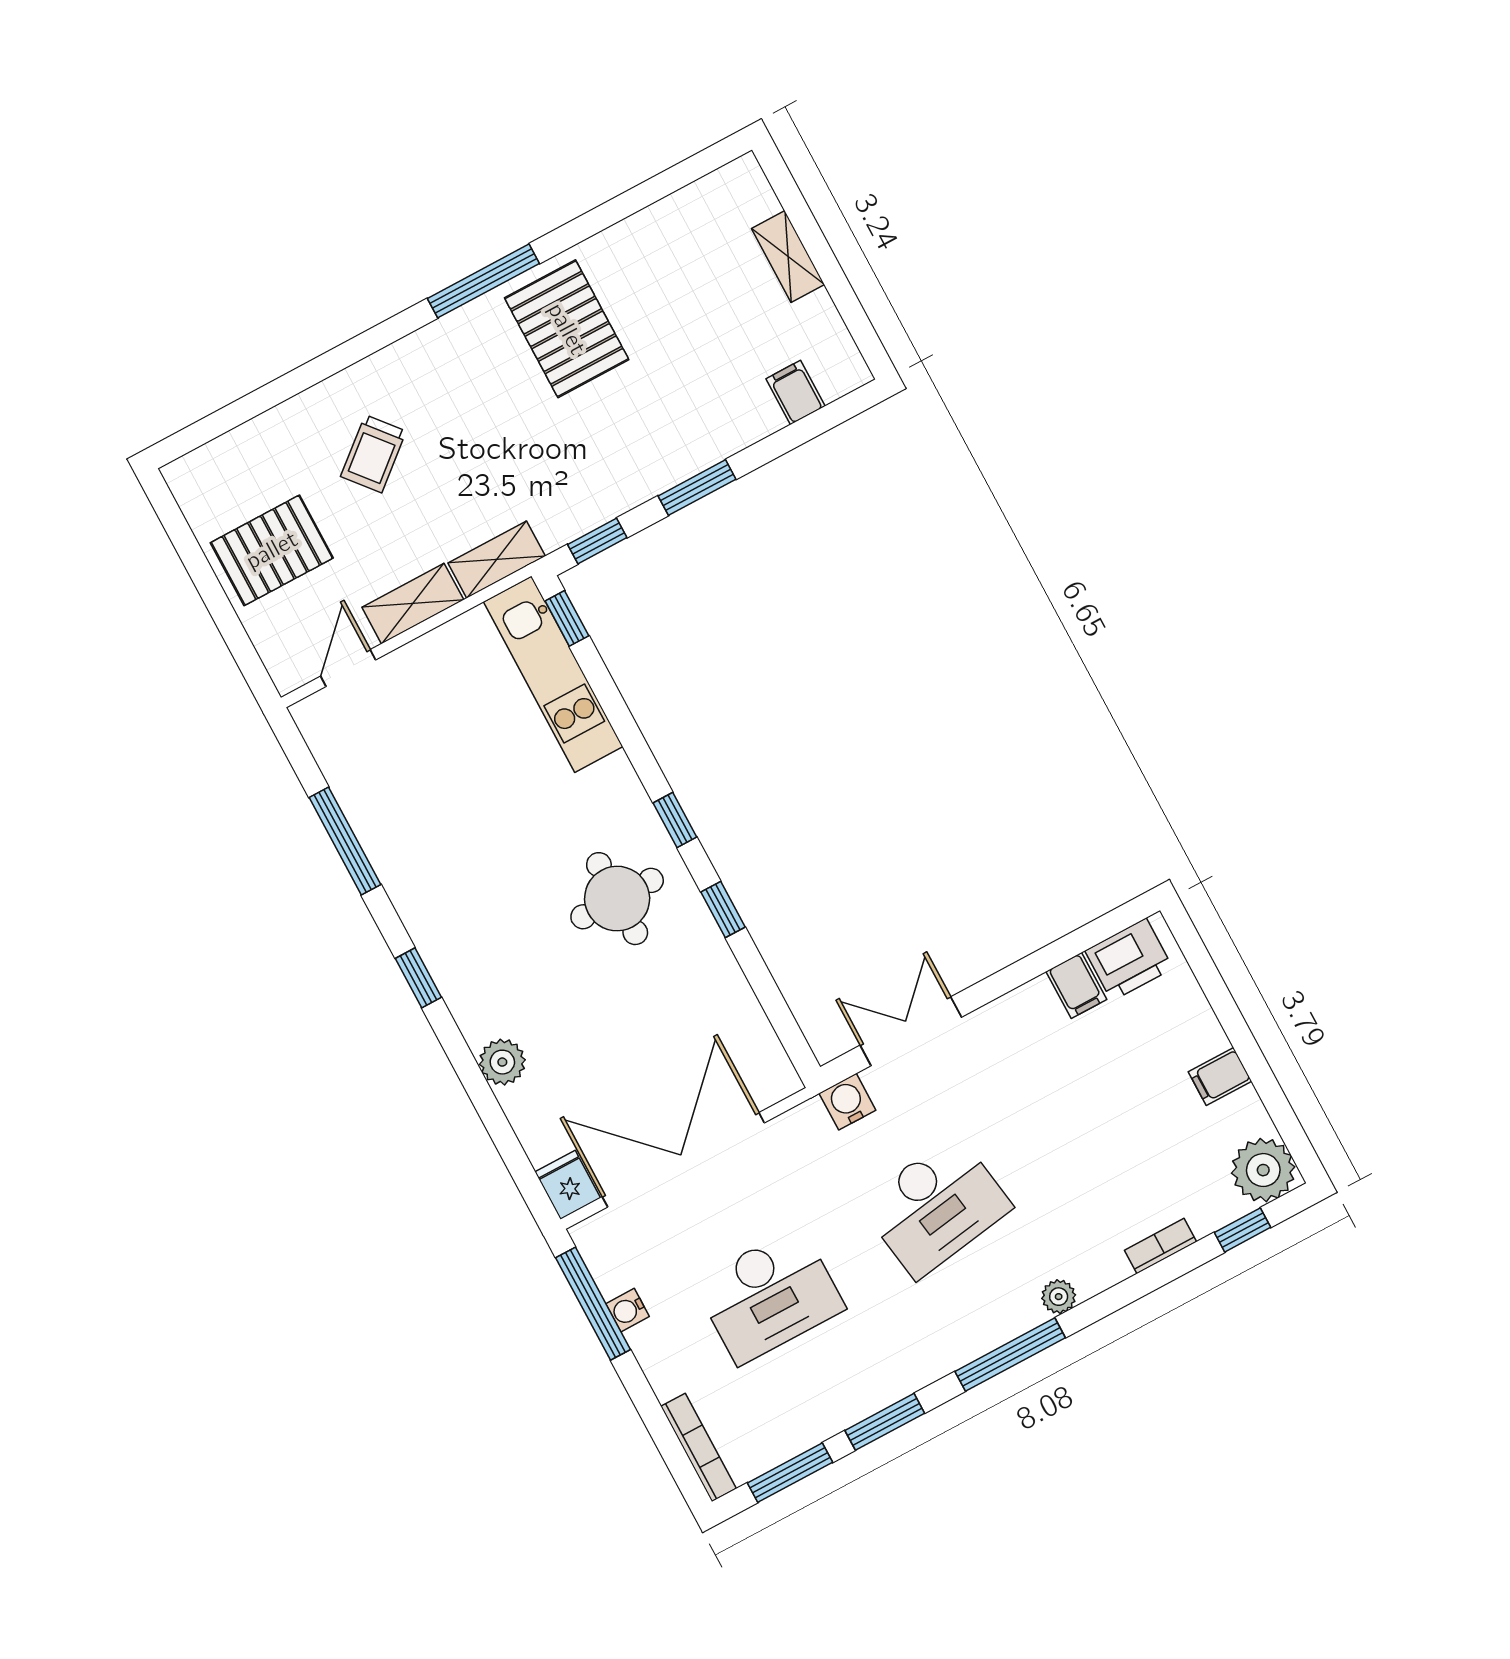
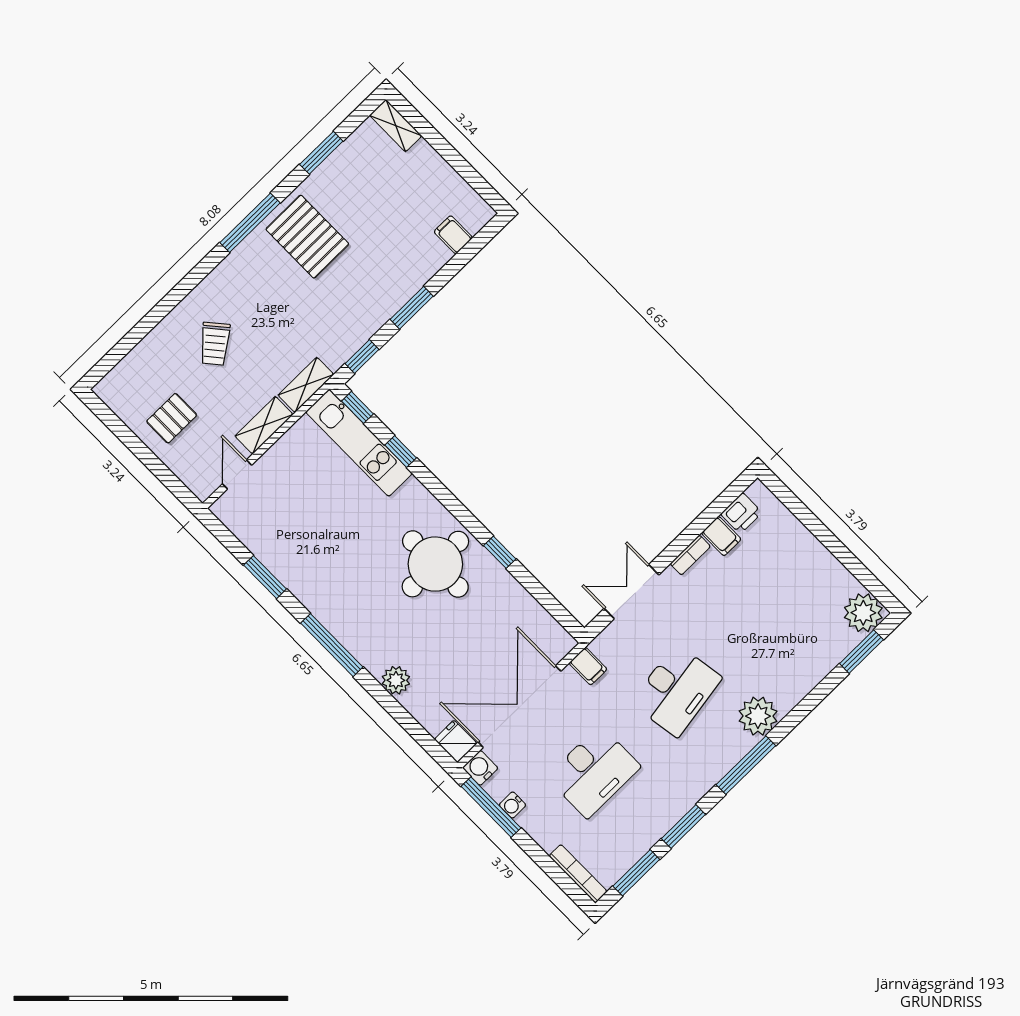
window: (627, 204) -> (321, 153), added
shelving: (788, 256) -> (396, 126), moved
pallet: (272, 550) -> (172, 418), width x0.67, depth x0.71
window: (675, 820) -> (401, 451), moved
window: (345, 841) -> (265, 577), width x0.69
round table: (617, 899) -> (435, 564), width x1.36, depth x1.36
printer: (1129, 960) -> (741, 513), width x0.73, depth x0.81
window: (418, 978) -> (332, 645), width x2.17
filing cabinet: (1220, 1077) -> (588, 666), moved, turned -90
water cooler: (847, 1102) -> (480, 768), moved
window: (1243, 1230) -> (861, 652), width x1.50
bookcase: (1161, 1246) -> (690, 555), moved, turned 180
plant: (1059, 1297) -> (758, 716), width x1.88, depth x1.88

